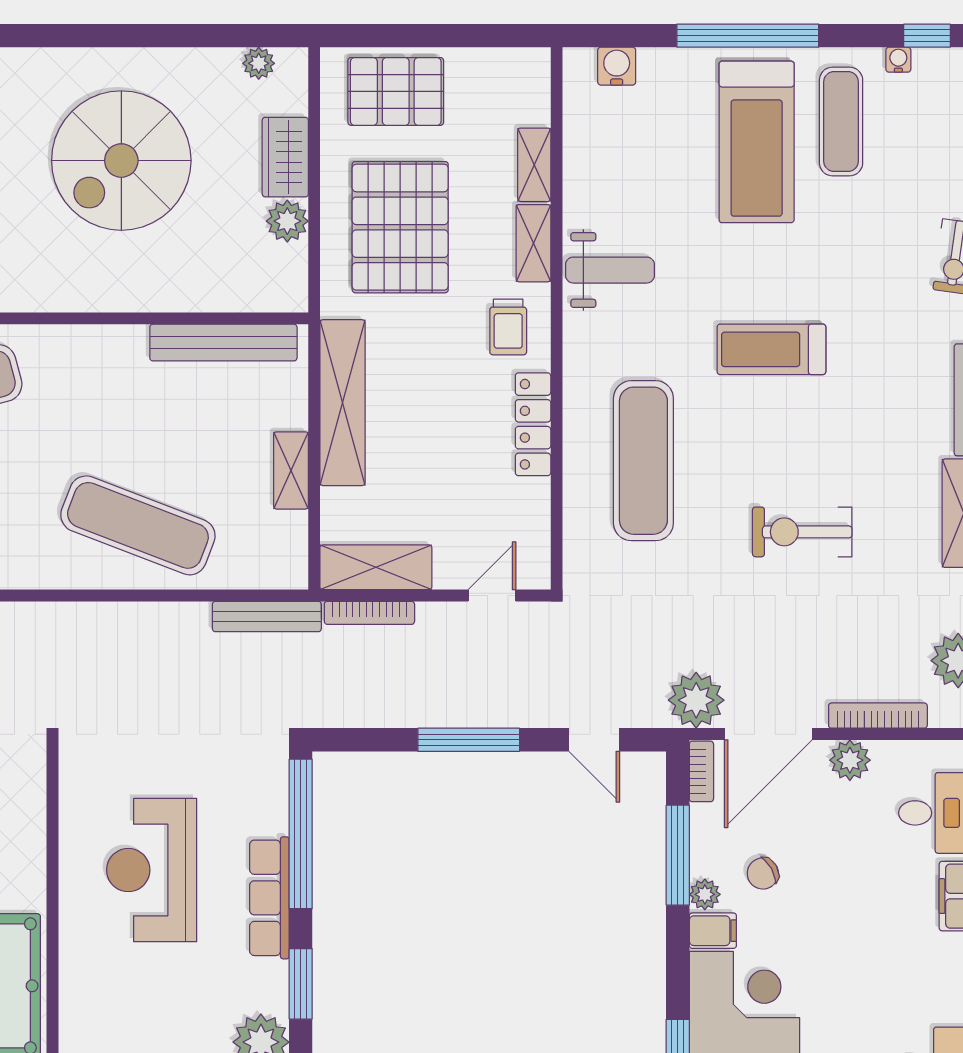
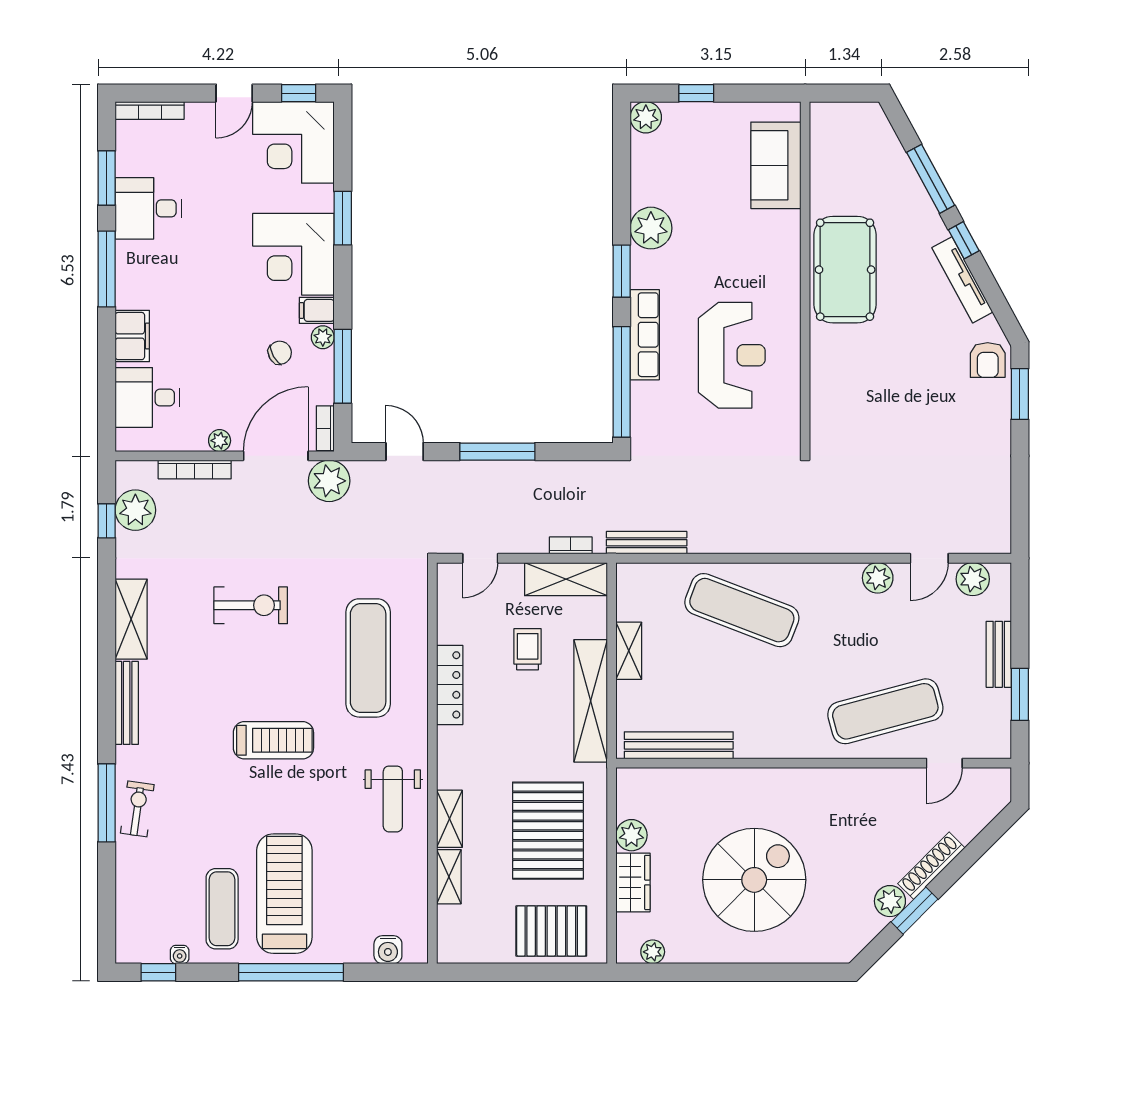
weight bench: (610, 270) -> (393, 799), turned -90
trolley: (508, 327) -> (528, 649), moved
bookcase: (369, 613) -> (571, 545), width x0.64
plant: (850, 760) -> (220, 441), width x0.73, depth x0.73

